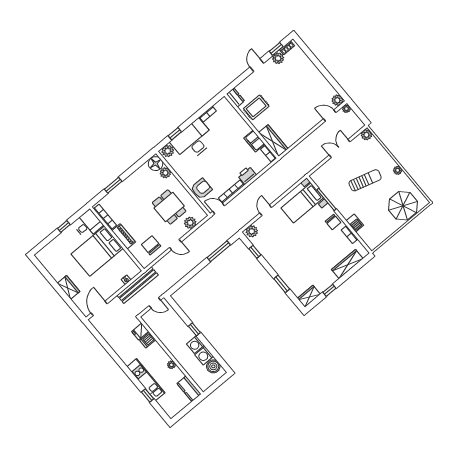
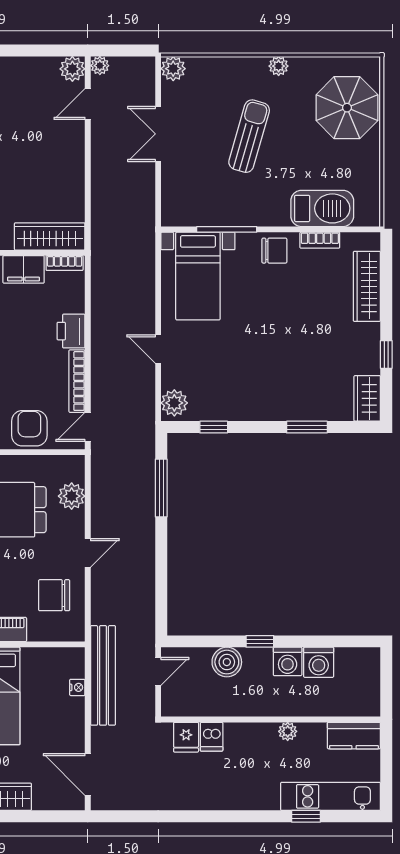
barbecue: (355, 223) -> (322, 208), width x1.88, depth x1.53
boiler: (213, 366) -> (227, 662), moved
kitchen unit: (146, 380) -> (331, 796), moved

